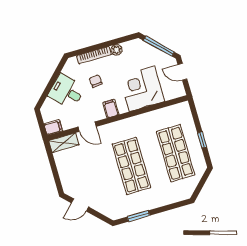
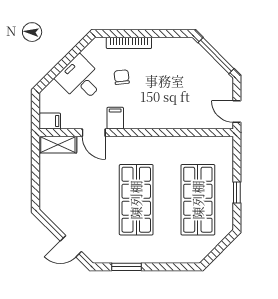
plant: (117, 50) -> (160, 45), removed
door: (182, 72) -> (237, 111), moved
corner desk: (142, 89) -> (178, 104), removed
filing cabinet: (111, 109) -> (115, 118), moved
door: (80, 205) -> (71, 246), moved

